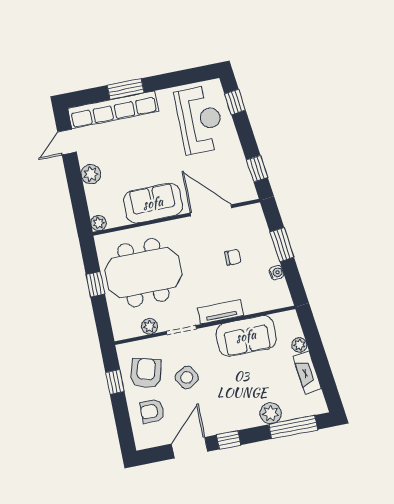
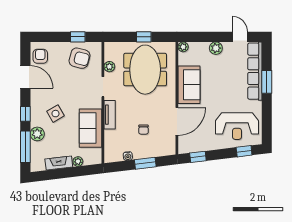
side table: (187, 377) -> (55, 114), moved
armchair: (152, 411) -> (40, 56), moved
window: (229, 440) -> (25, 114), moved

